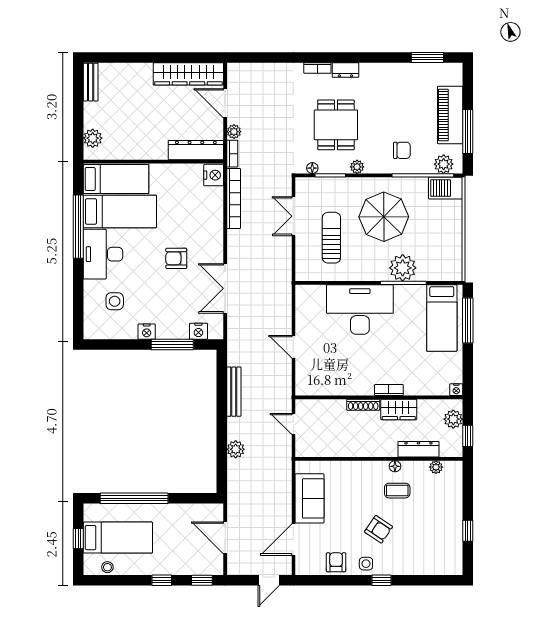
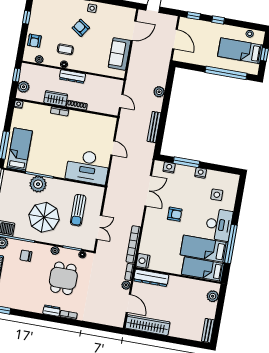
desk: (360, 310) -> (88, 167), moved
dresser: (418, 449) -> (72, 76), moved
armchair: (336, 562) -> (34, 41), moved

